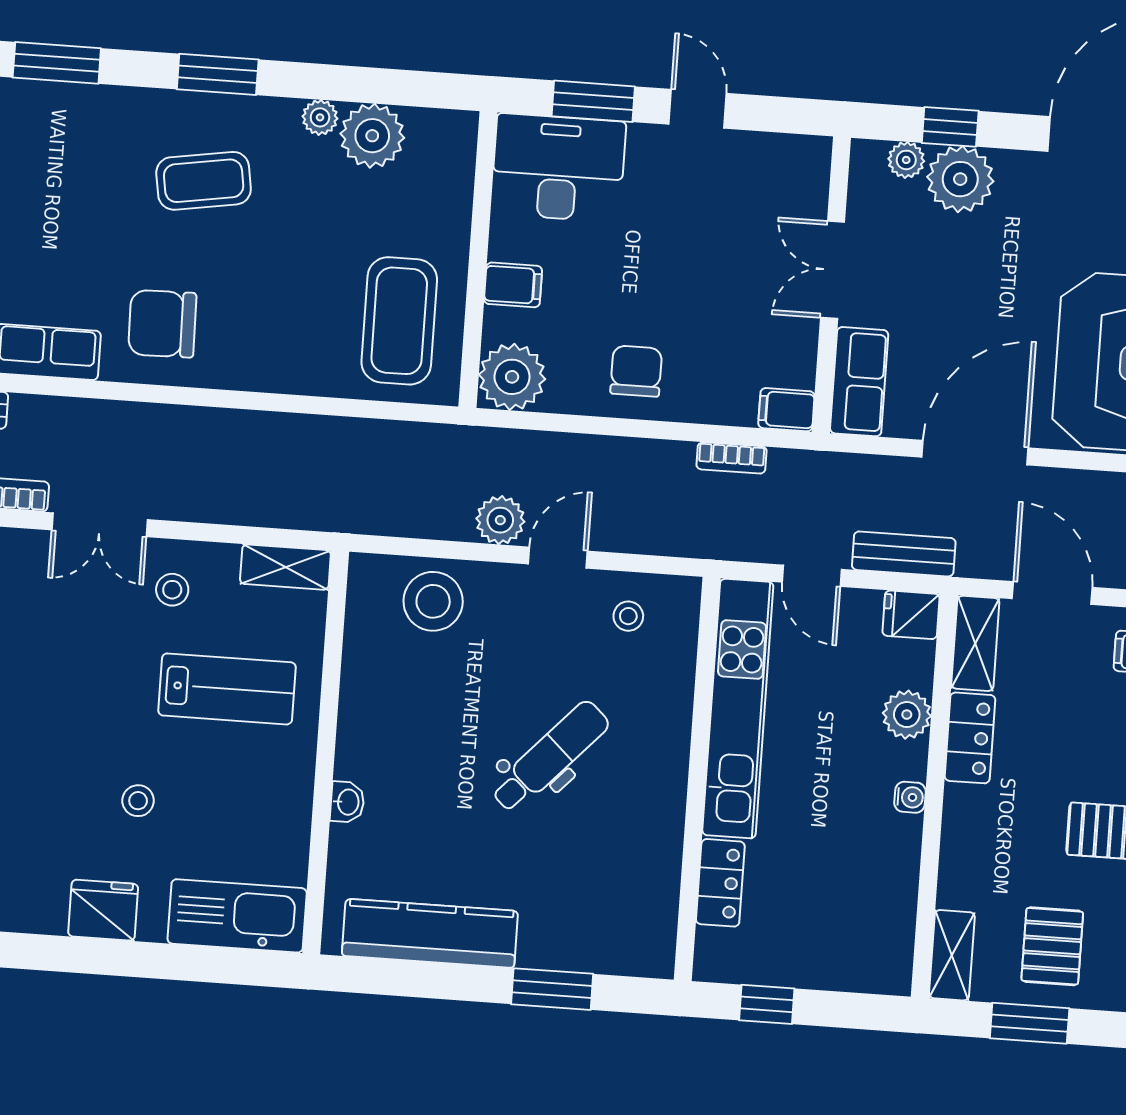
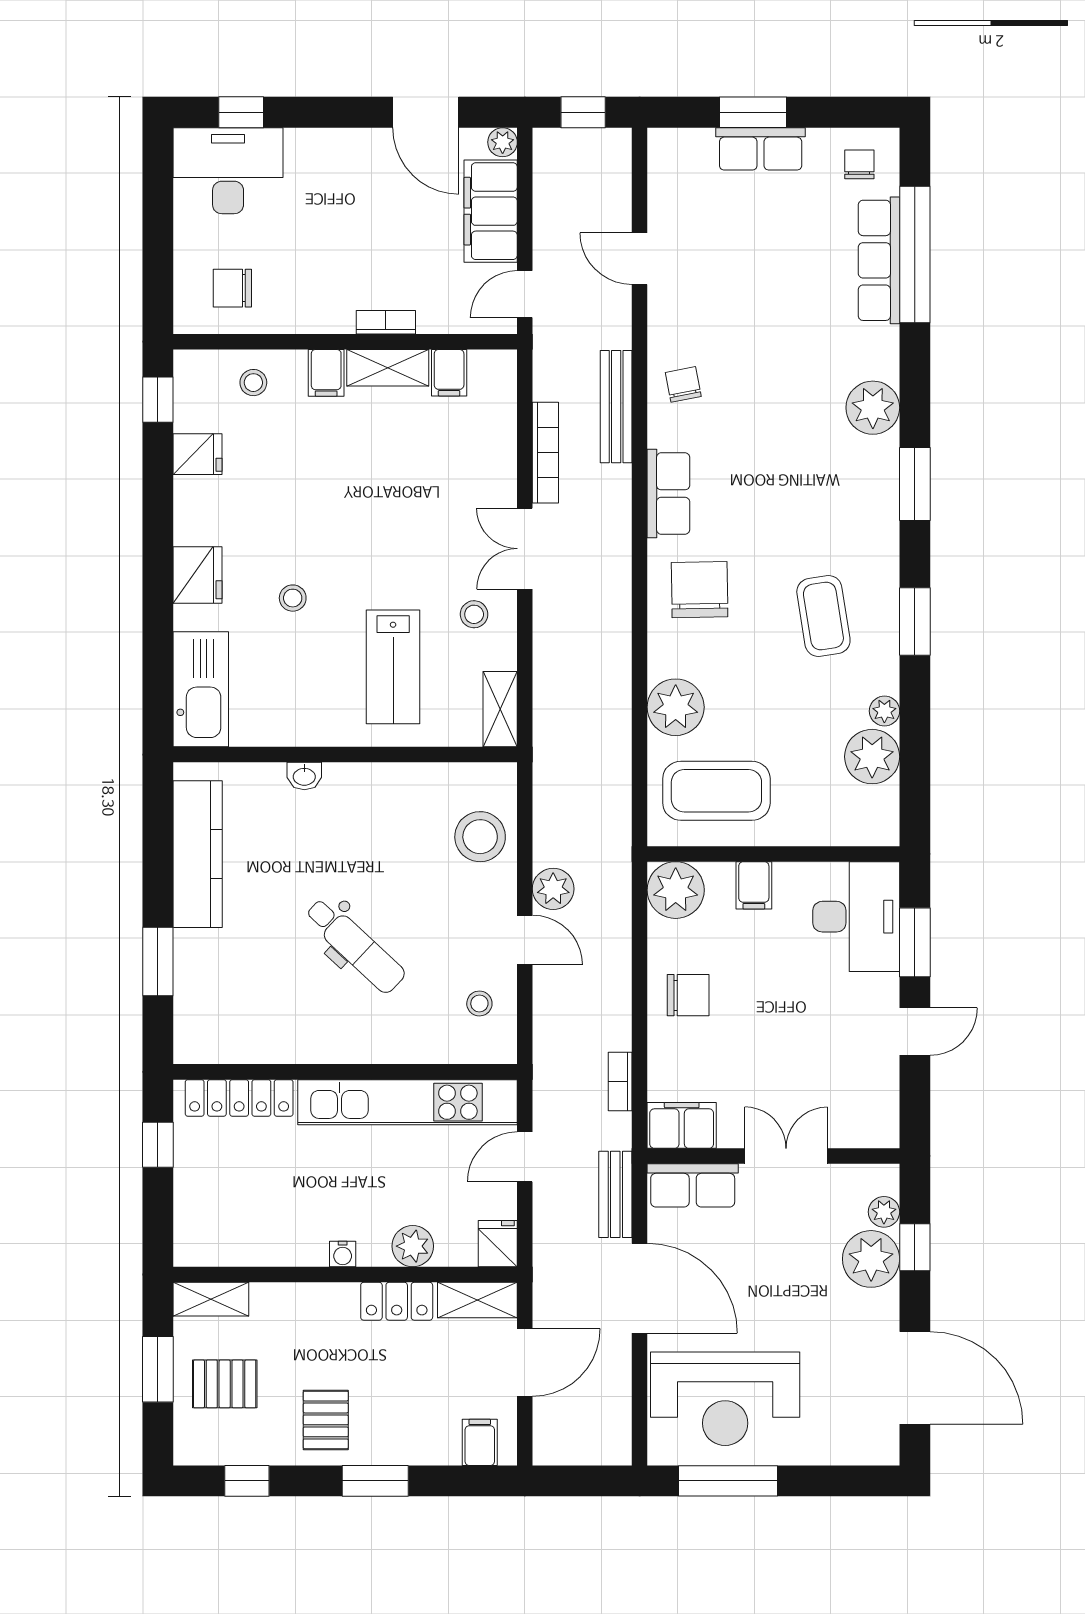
plant: (298, 362) -> (676, 707), added
filing cabinet: (786, 410) -> (682, 1125), width x2.00
bench: (904, 554) -> (615, 1194), moved
locker: (720, 883) -> (239, 1098), width x1.53

